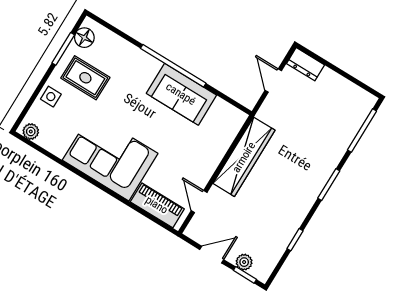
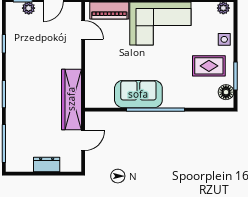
dresser: (306, 64) -> (47, 164), moved
door: (273, 80) -> (83, 141), hinge flipped
wardrobe: (244, 157) -> (71, 99), moved

